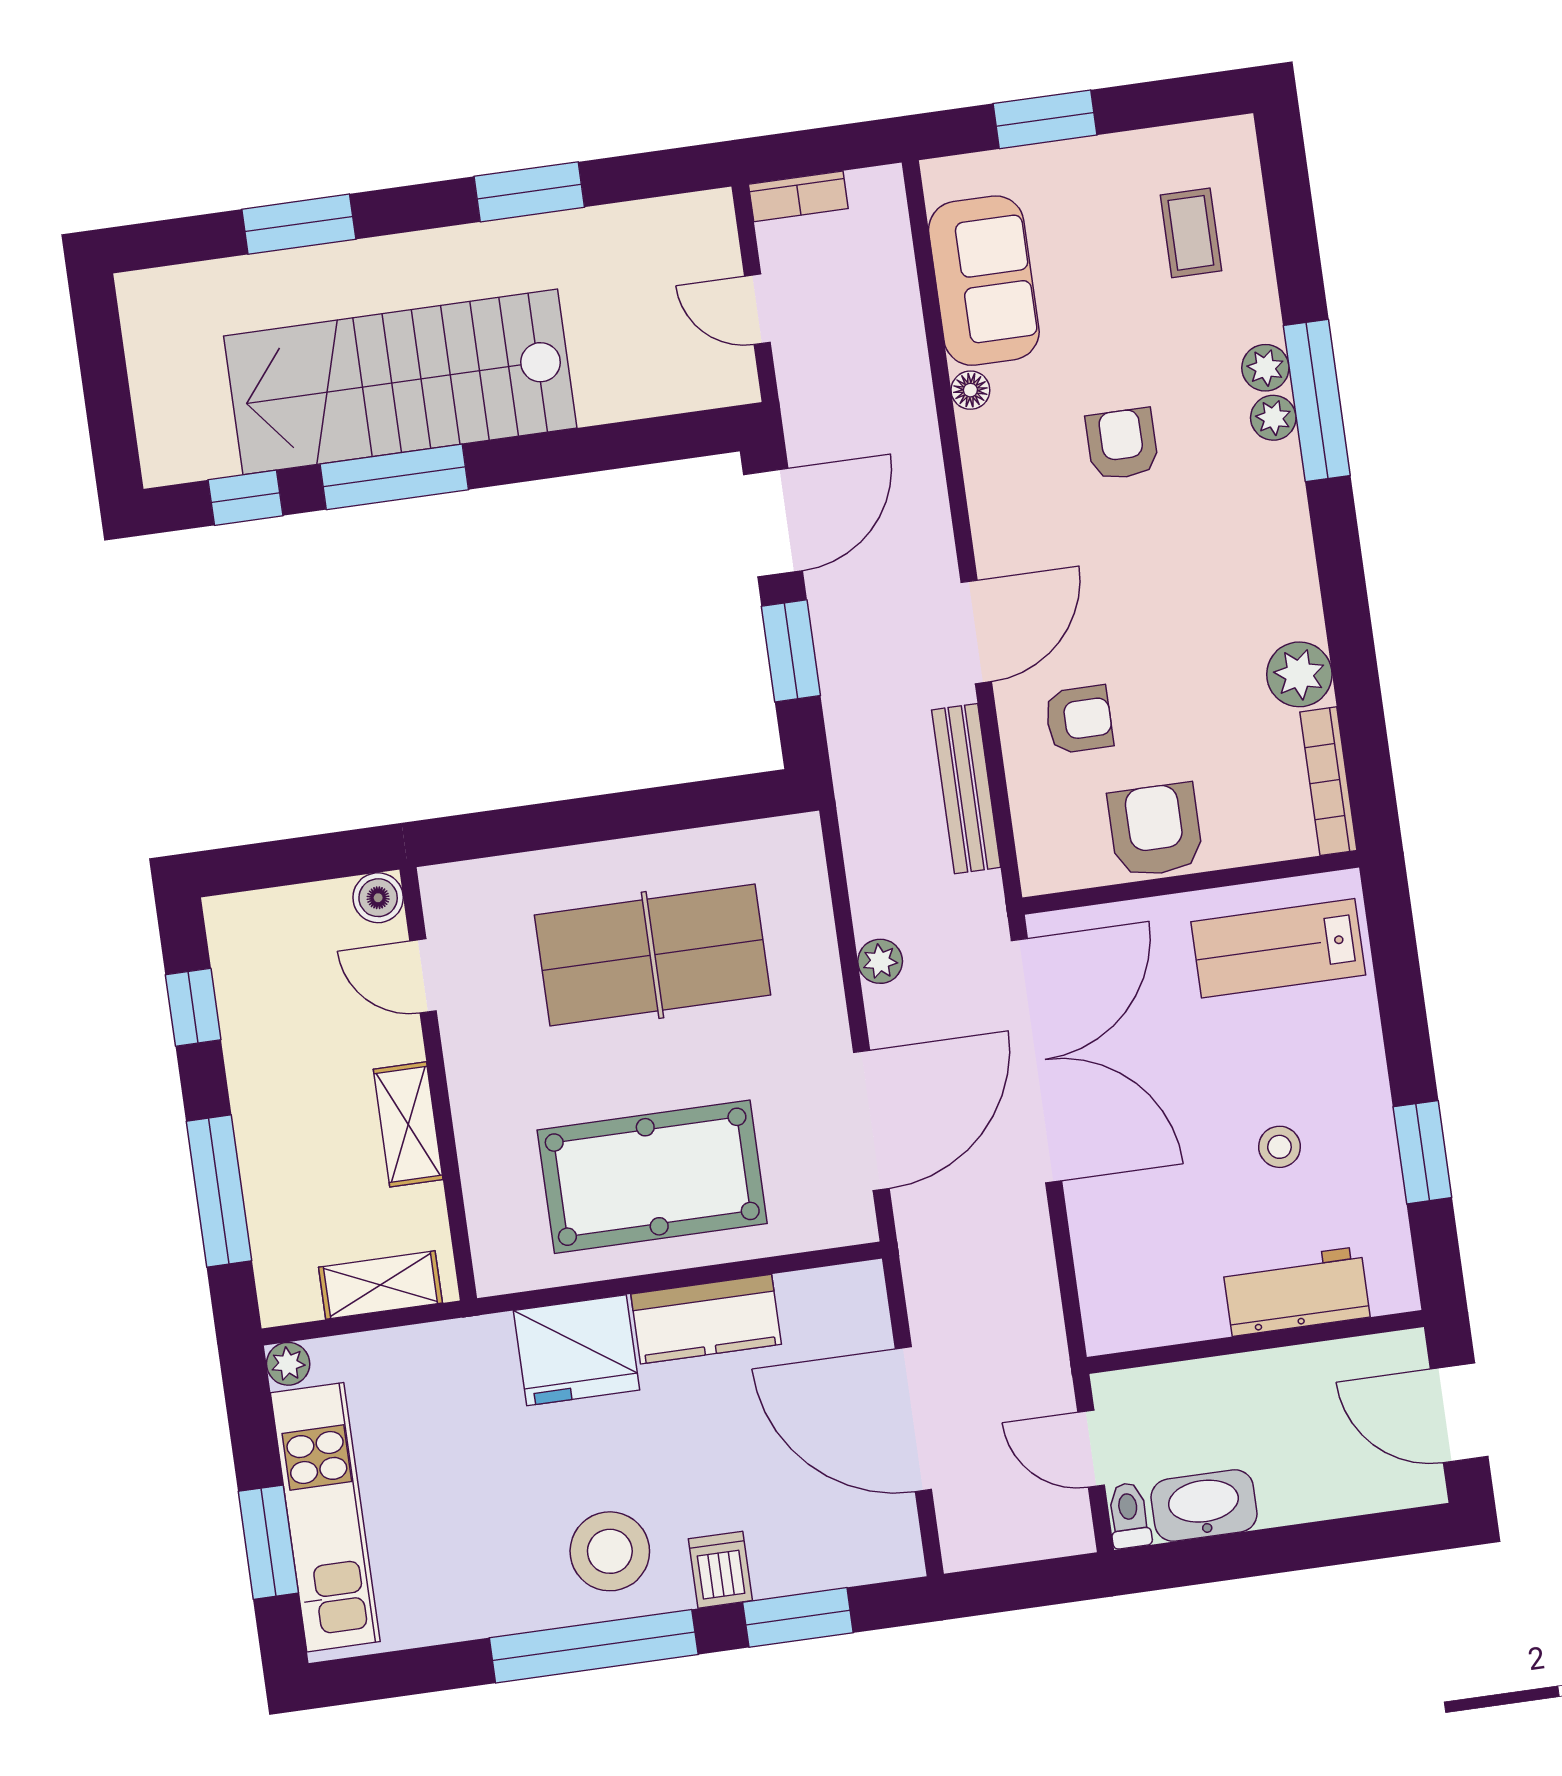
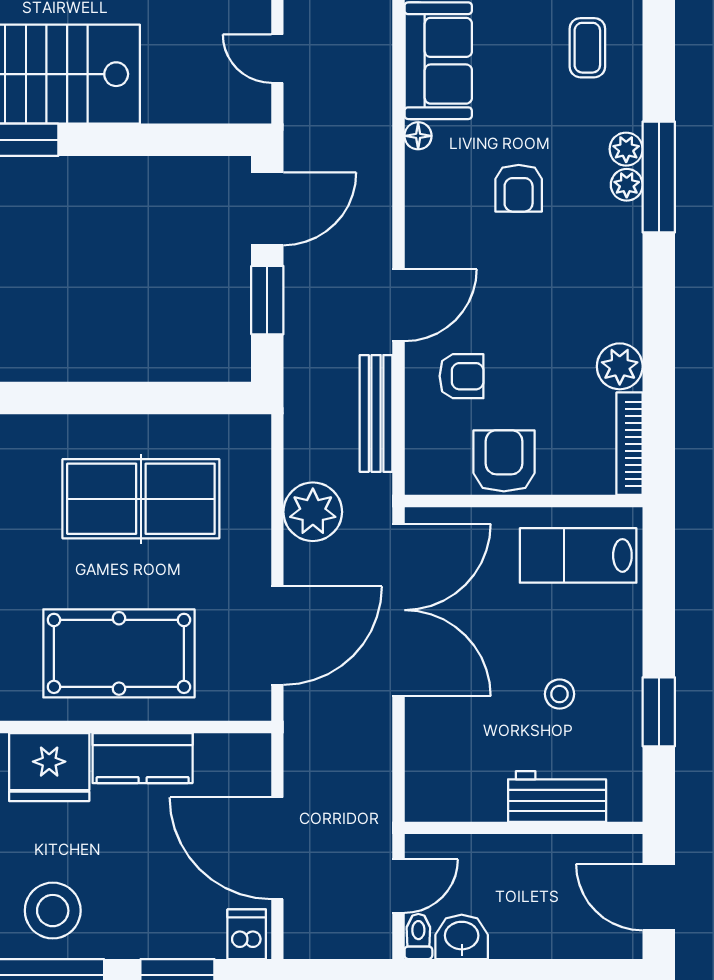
armchair: (1122, 444) -> (519, 188), turned 180
plant: (880, 961) -> (313, 512), width x1.87, depth x1.87
door: (1091, 1449) -> (398, 886), swing flipped
washbasin: (1204, 1506) -> (462, 937), width x0.72
dishwasher: (720, 1570) -> (247, 934), moved

